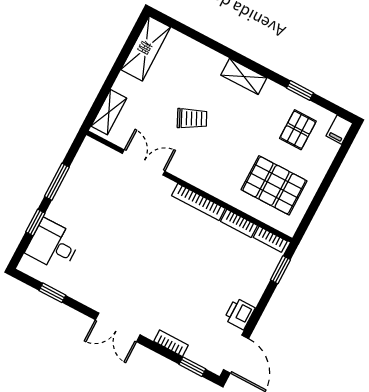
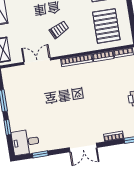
trolley: (192, 118) -> (59, 30), moved
pallet: (274, 185) -> (106, 26), turned 90
desk: (53, 245) -> (25, 142), moved

